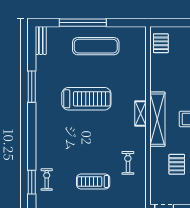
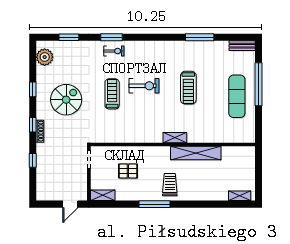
pallet: (161, 43) -> (240, 156), removed
treadmill: (86, 99) -> (188, 88), width x0.73, depth x0.73
shelving: (157, 119) -> (196, 153), moved
exercise bike: (128, 163) -> (144, 86), moved, width x1.38, depth x1.39

